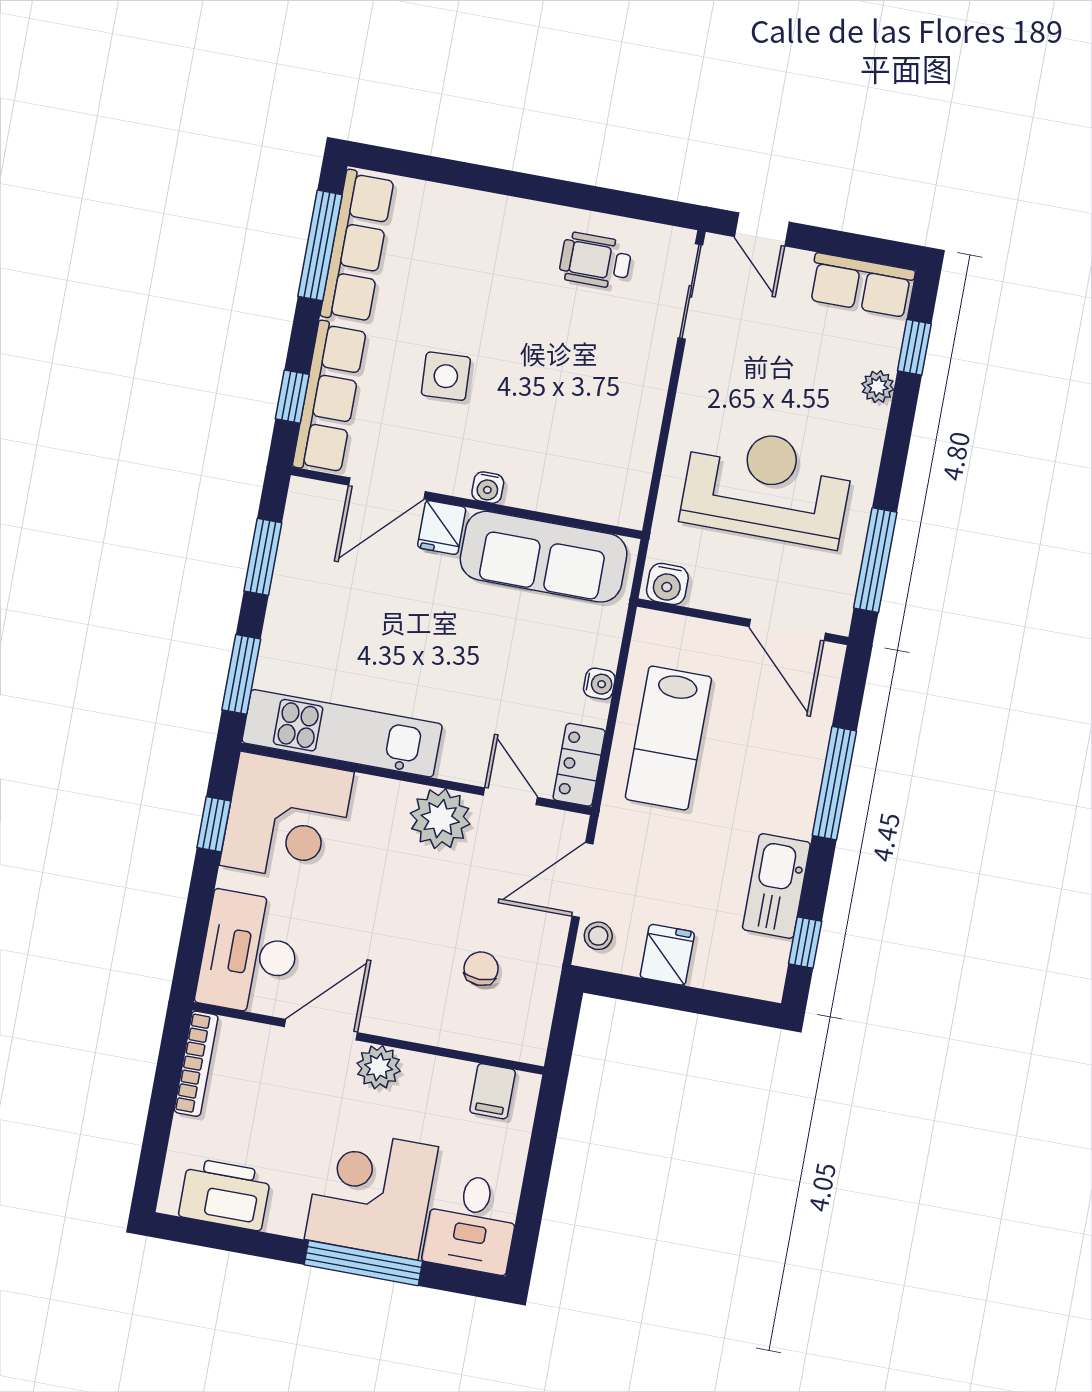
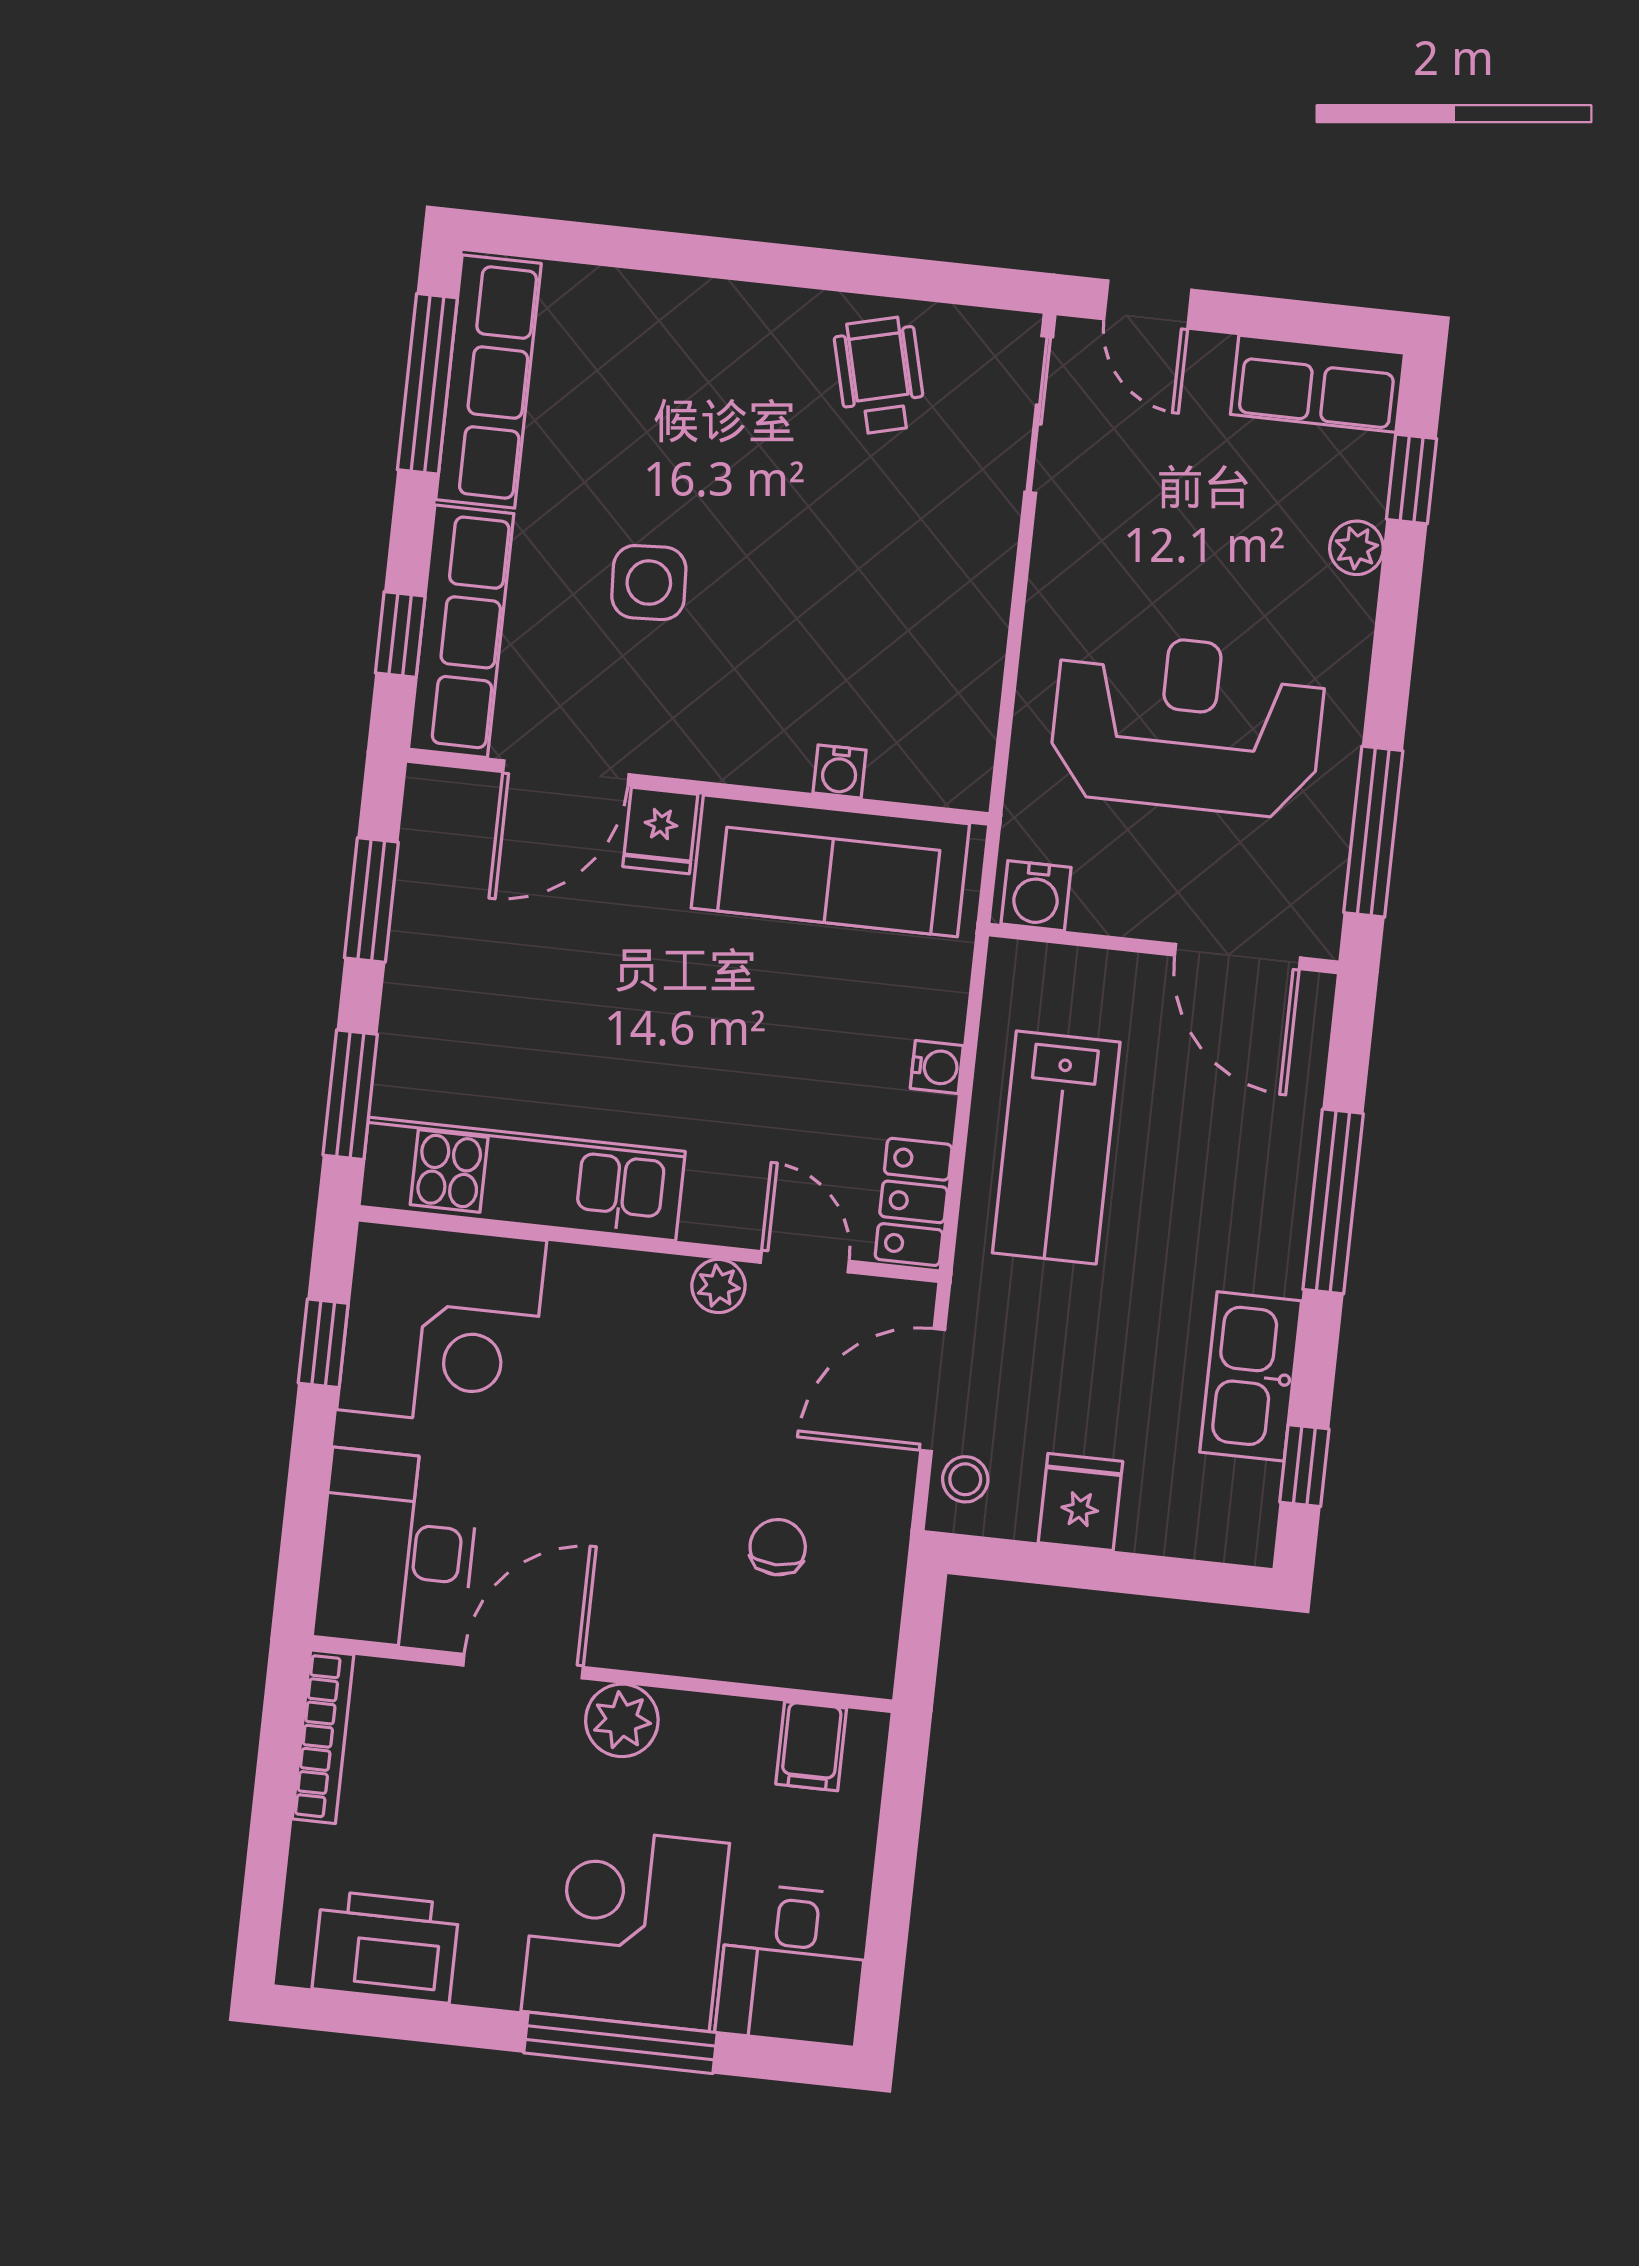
wheelchair: (595, 261) -> (880, 376), turned 76
water cooler: (488, 488) -> (840, 771), moved
plant: (440, 819) -> (718, 1286), width x0.53, depth x0.53

